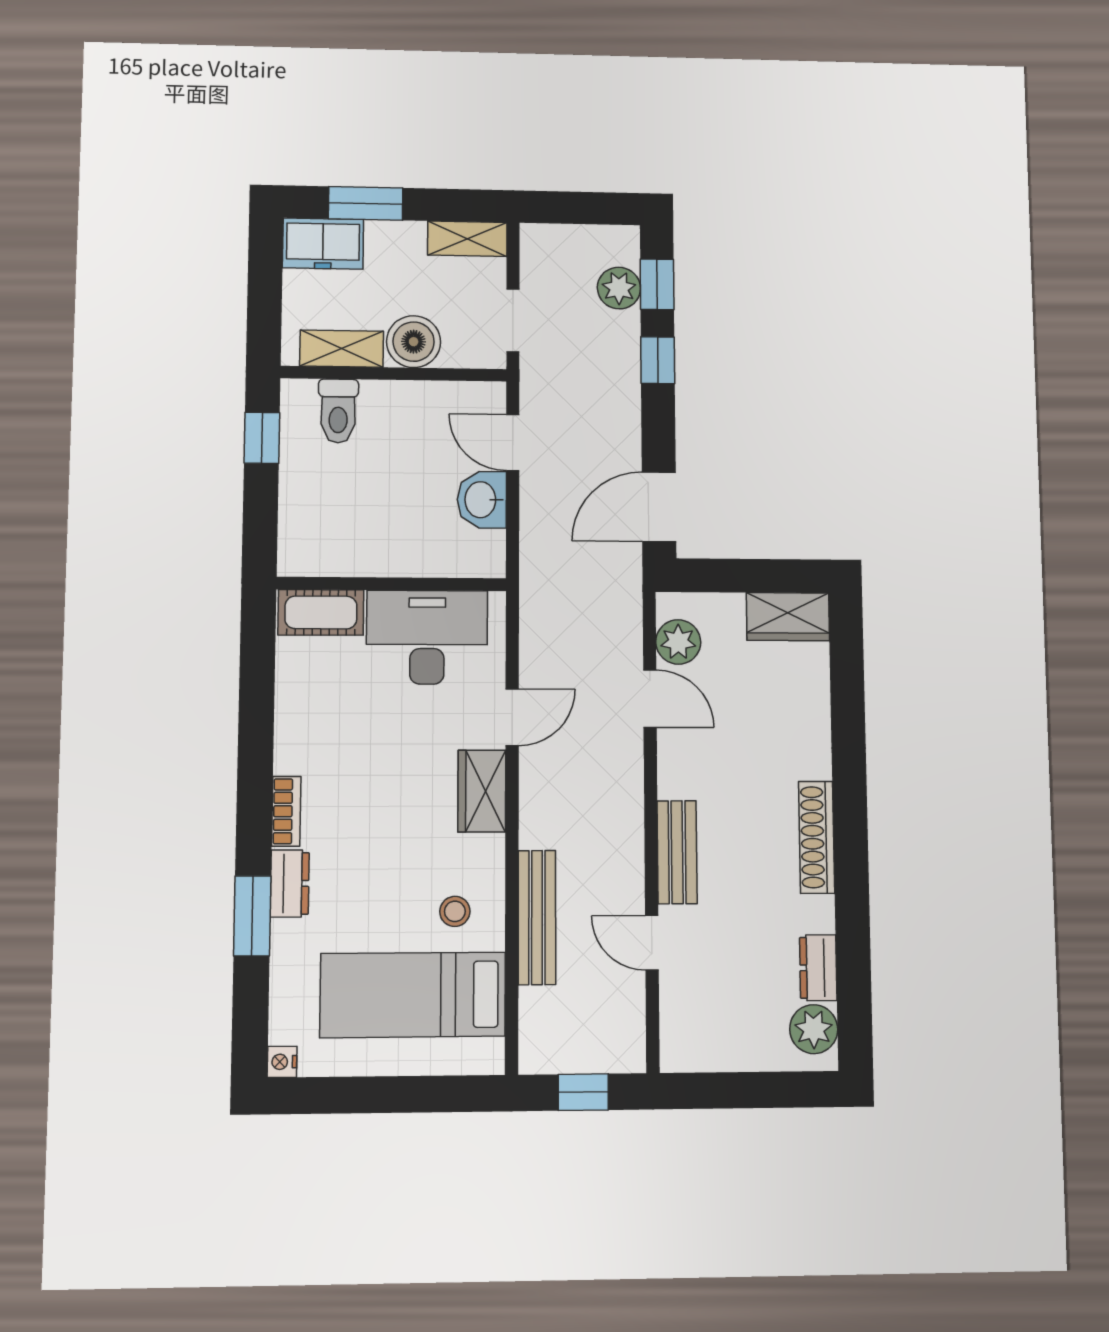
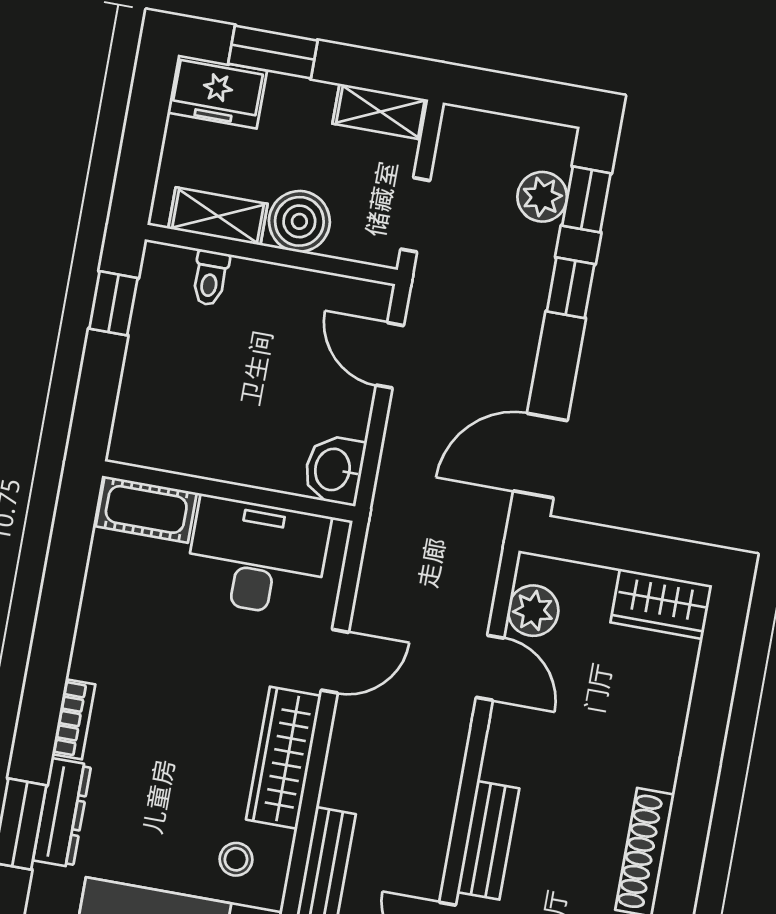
toilet: (338, 411) -> (210, 278), width x0.73, depth x0.72
washbasin: (482, 500) -> (334, 470), moved
wardrobe: (482, 791) -> (284, 758), width x1.50
dresser: (290, 883) -> (62, 813), width x1.44

